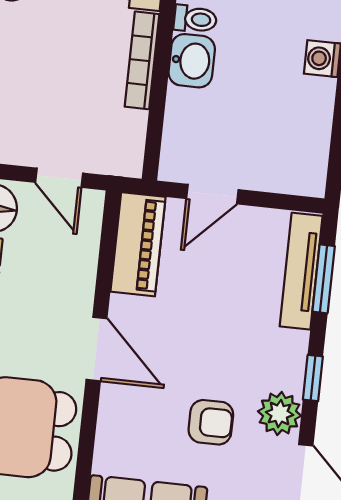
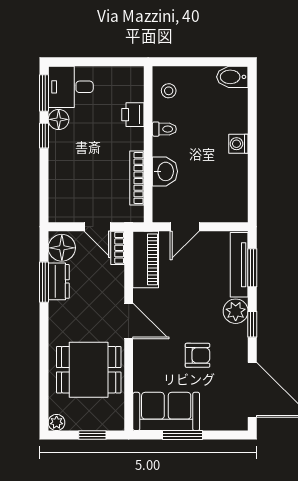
bookcase: (142, 60) -> (137, 178), moved
washbasin: (192, 61) -> (165, 171), moved
bookcase: (91, 219) -> (118, 248), added
plant: (280, 414) -> (236, 311), moved

